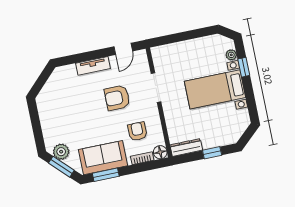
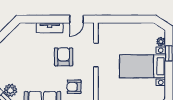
armchair: (117, 98) -> (64, 57), turned 90
armchair: (137, 131) -> (74, 87), turned -90

